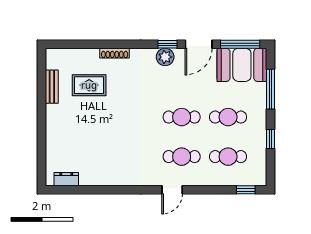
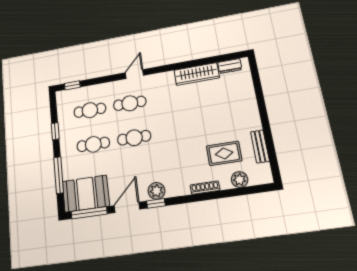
plant: (78, 56) -> (240, 180), added
wardrobe: (103, 177) -> (197, 74), added

